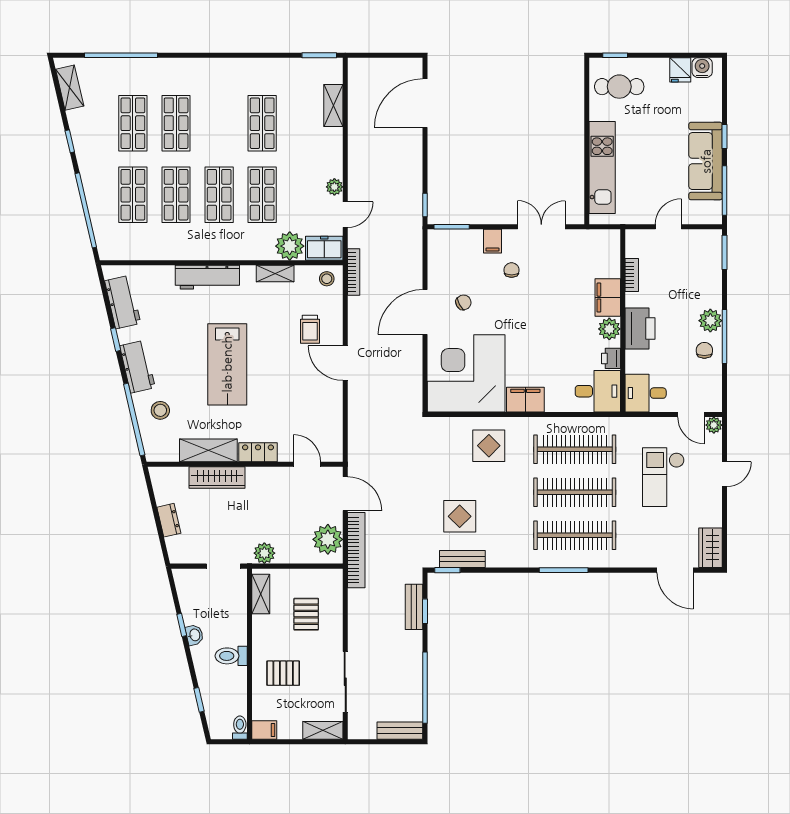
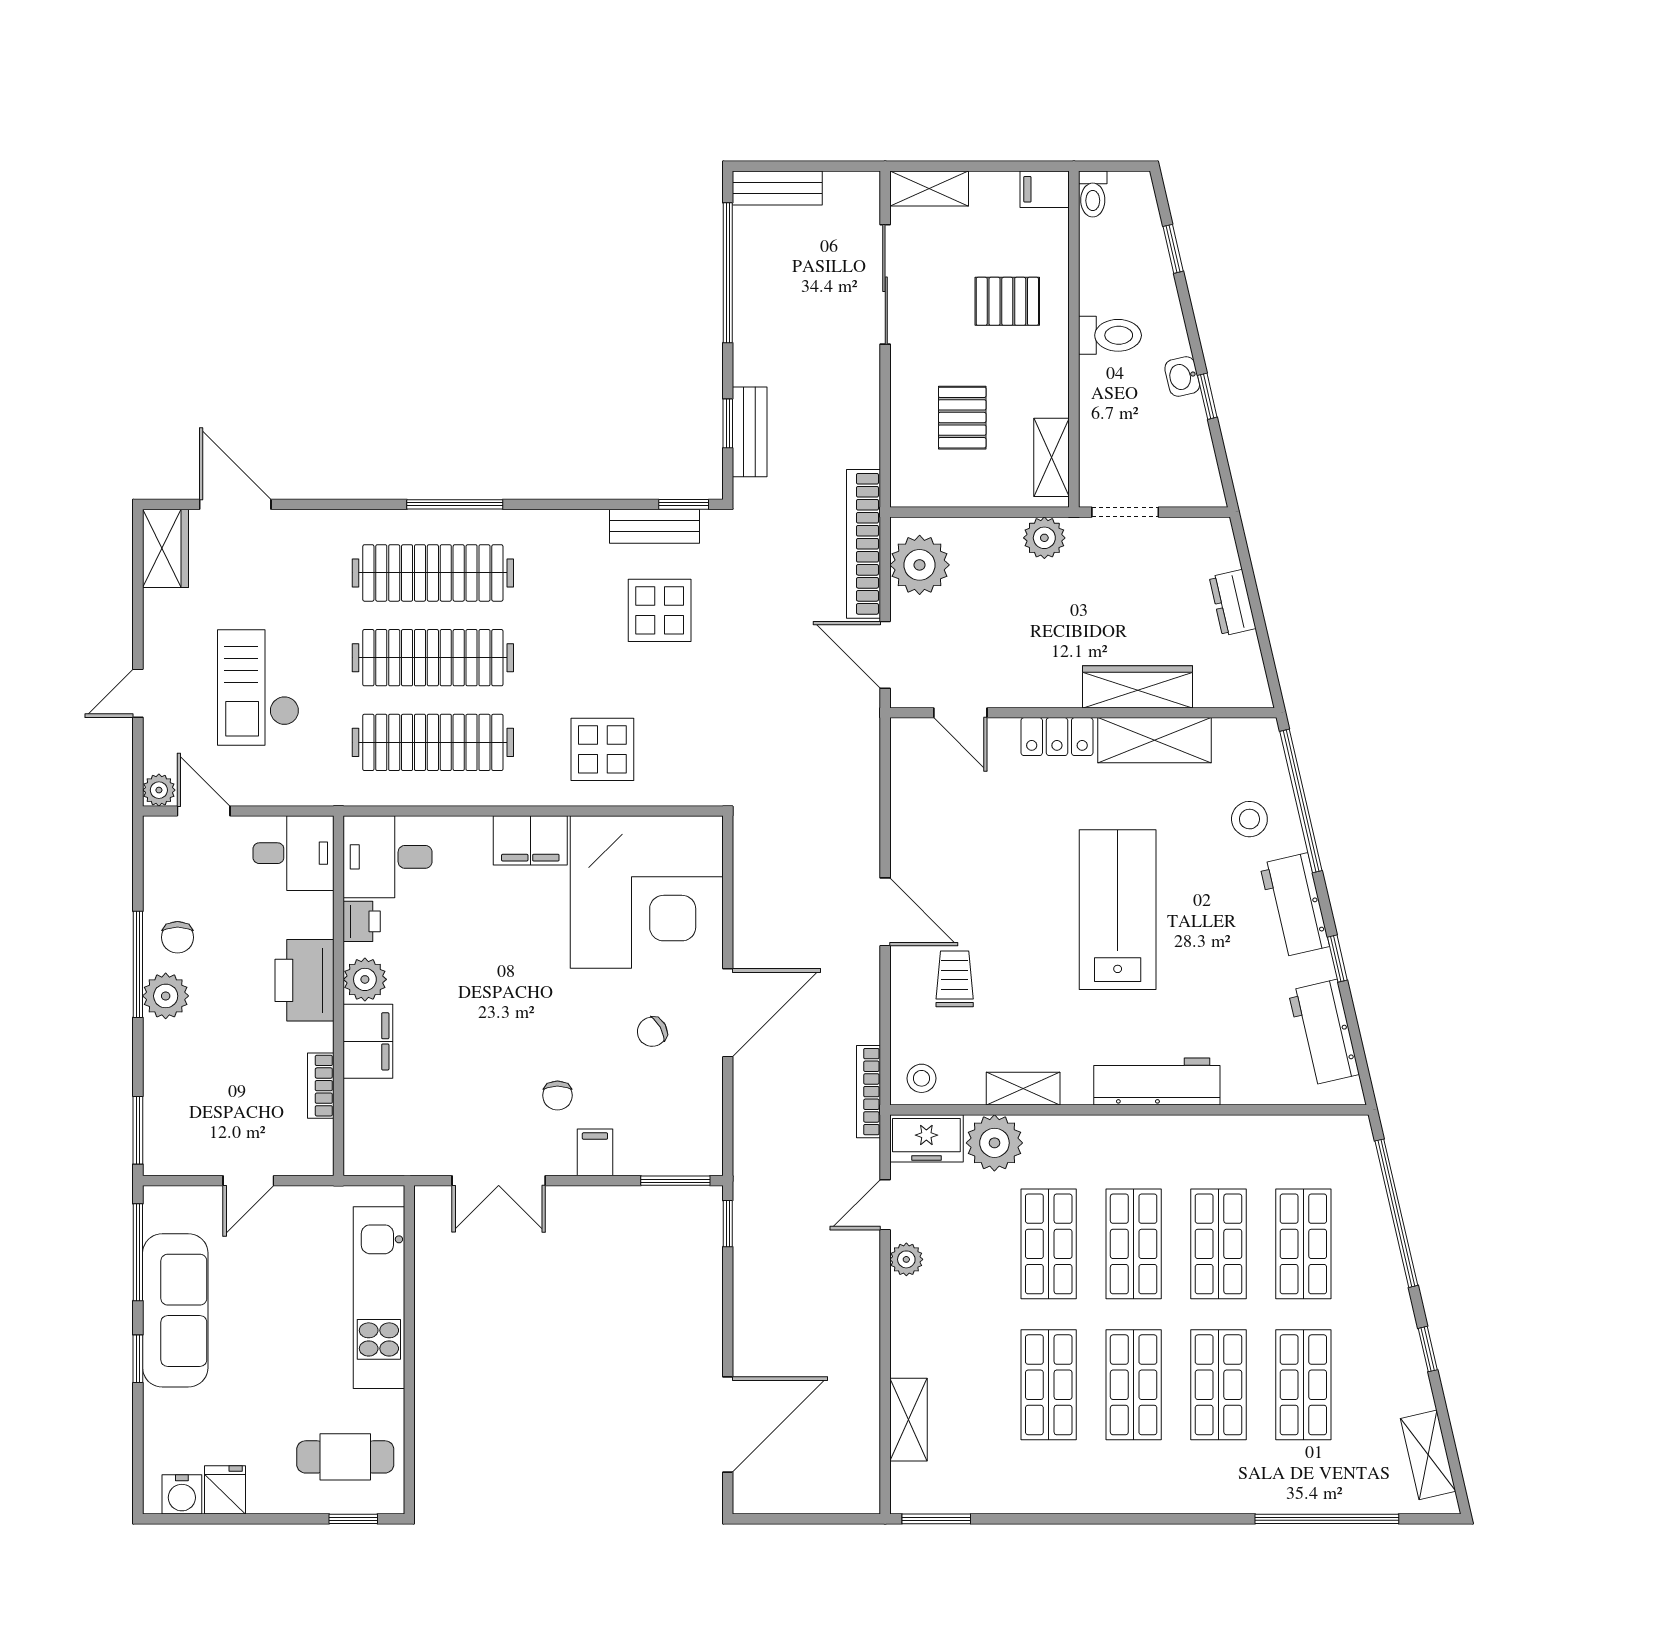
shop shelf: (219, 123) -> (1134, 1385), added
checkout: (663, 477) -> (258, 687), turned 180

